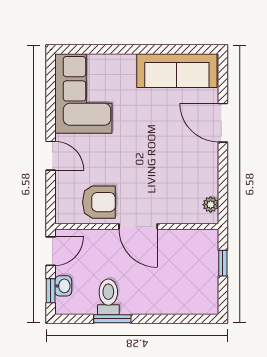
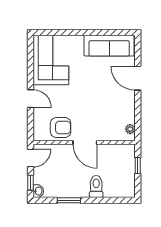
washbasin: (63, 286) -> (38, 191), moved
toilet: (108, 297) -> (96, 186), moved

